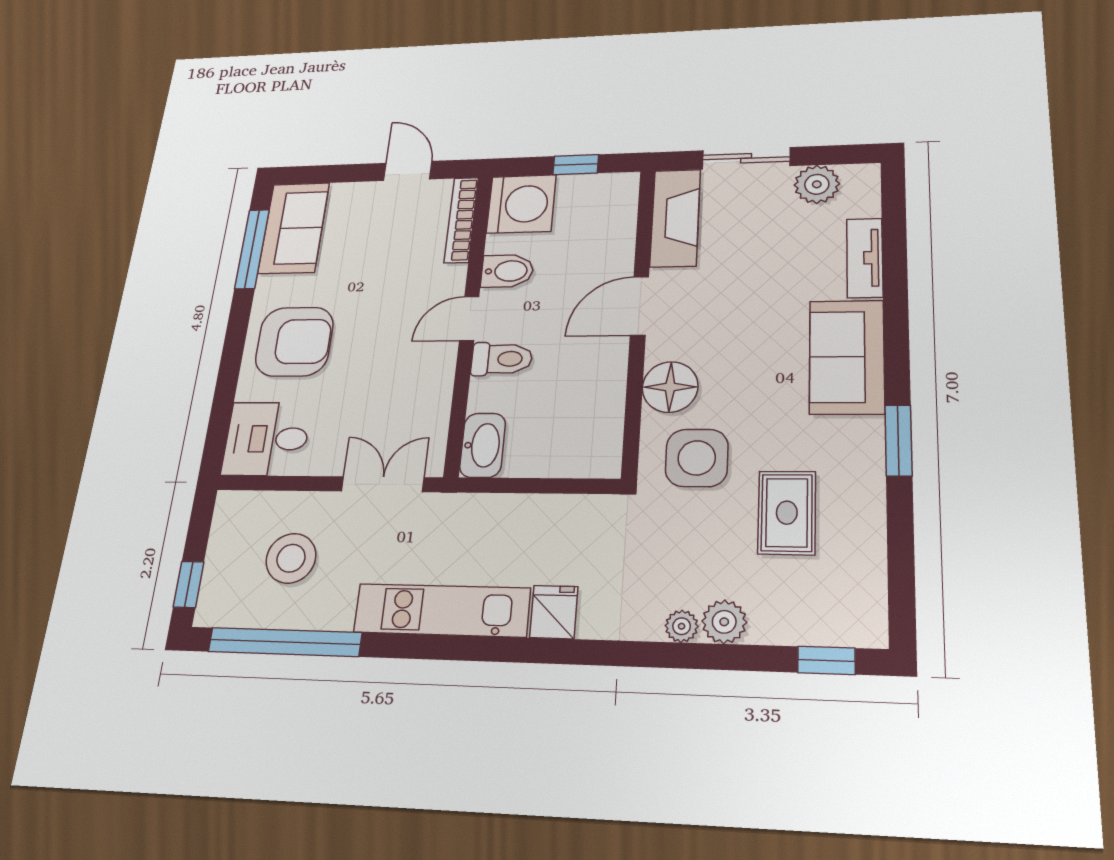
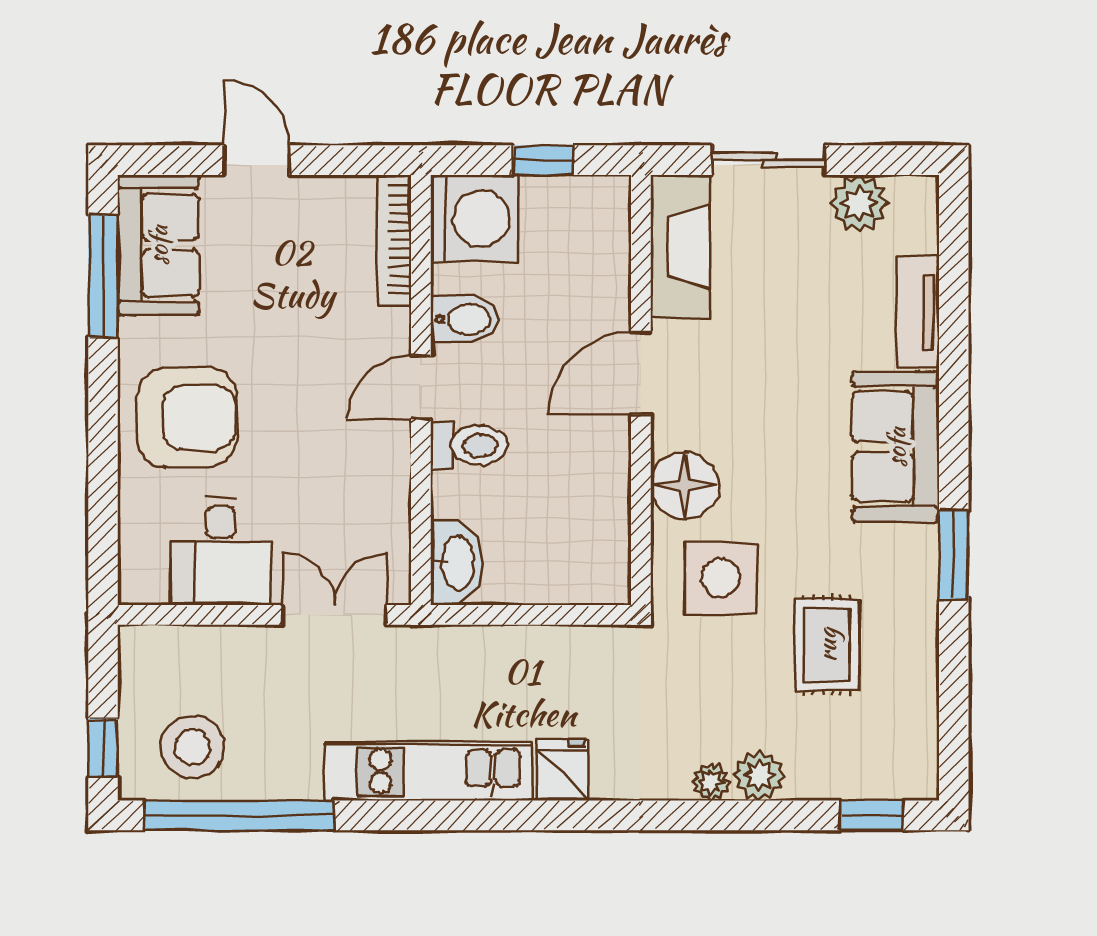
door: (408, 171) -> (257, 160), moved
desk: (267, 439) -> (221, 551), moved, turned -90
stool: (291, 558) -> (193, 747), moved

